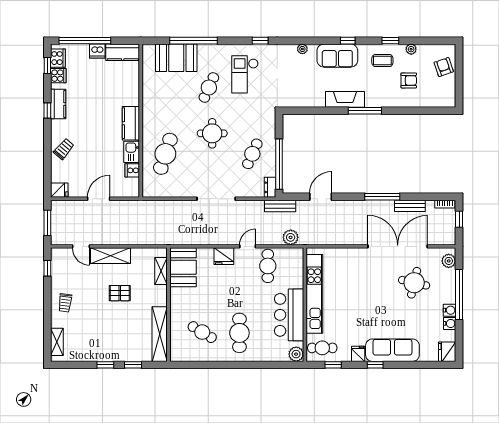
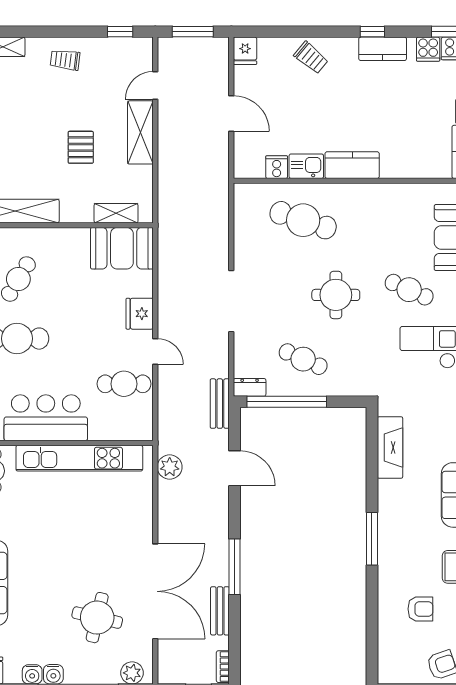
armchair: (409, 80) -> (420, 609), turned -90
fireplace: (345, 99) -> (390, 447), moved
plant: (291, 237) -> (170, 467), moved

